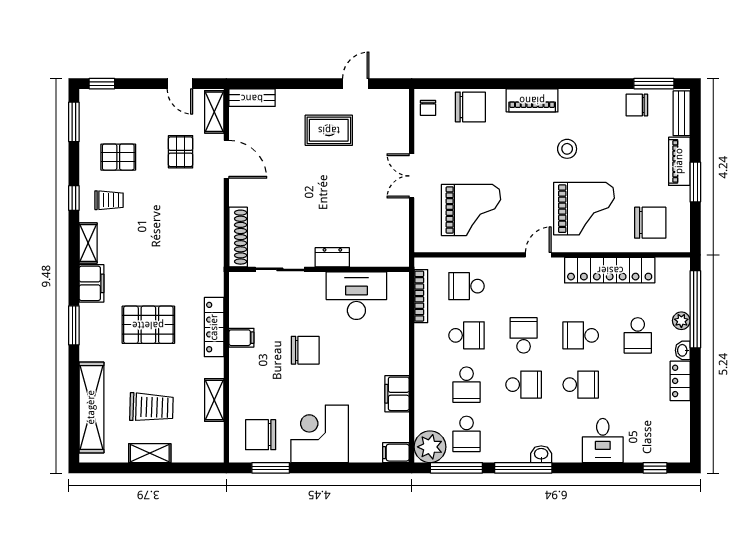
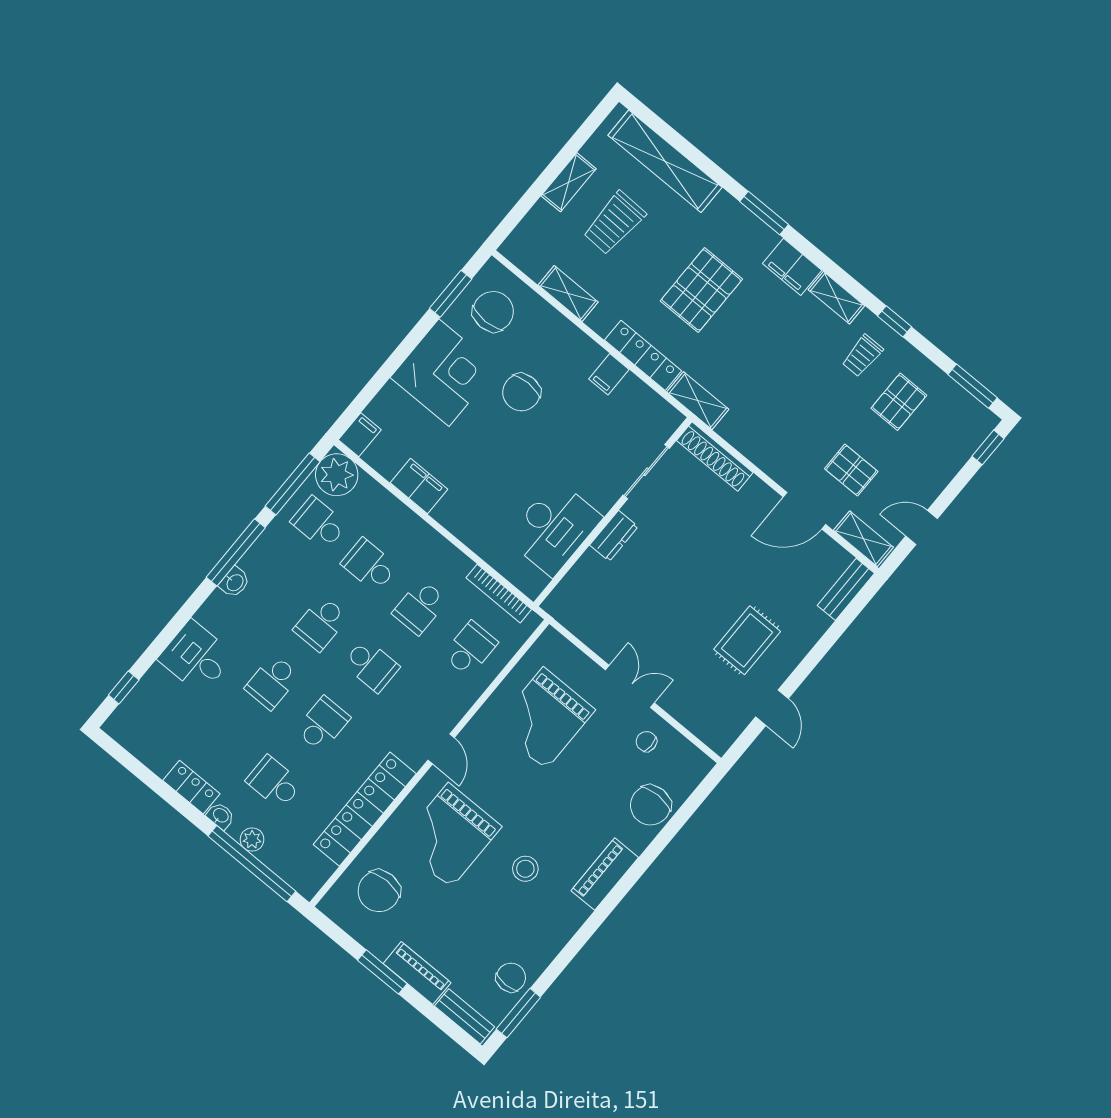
chair: (428, 108) -> (646, 742), moved
shelving: (214, 274) -> (698, 401), added
chair: (305, 350) -> (521, 392), moved

